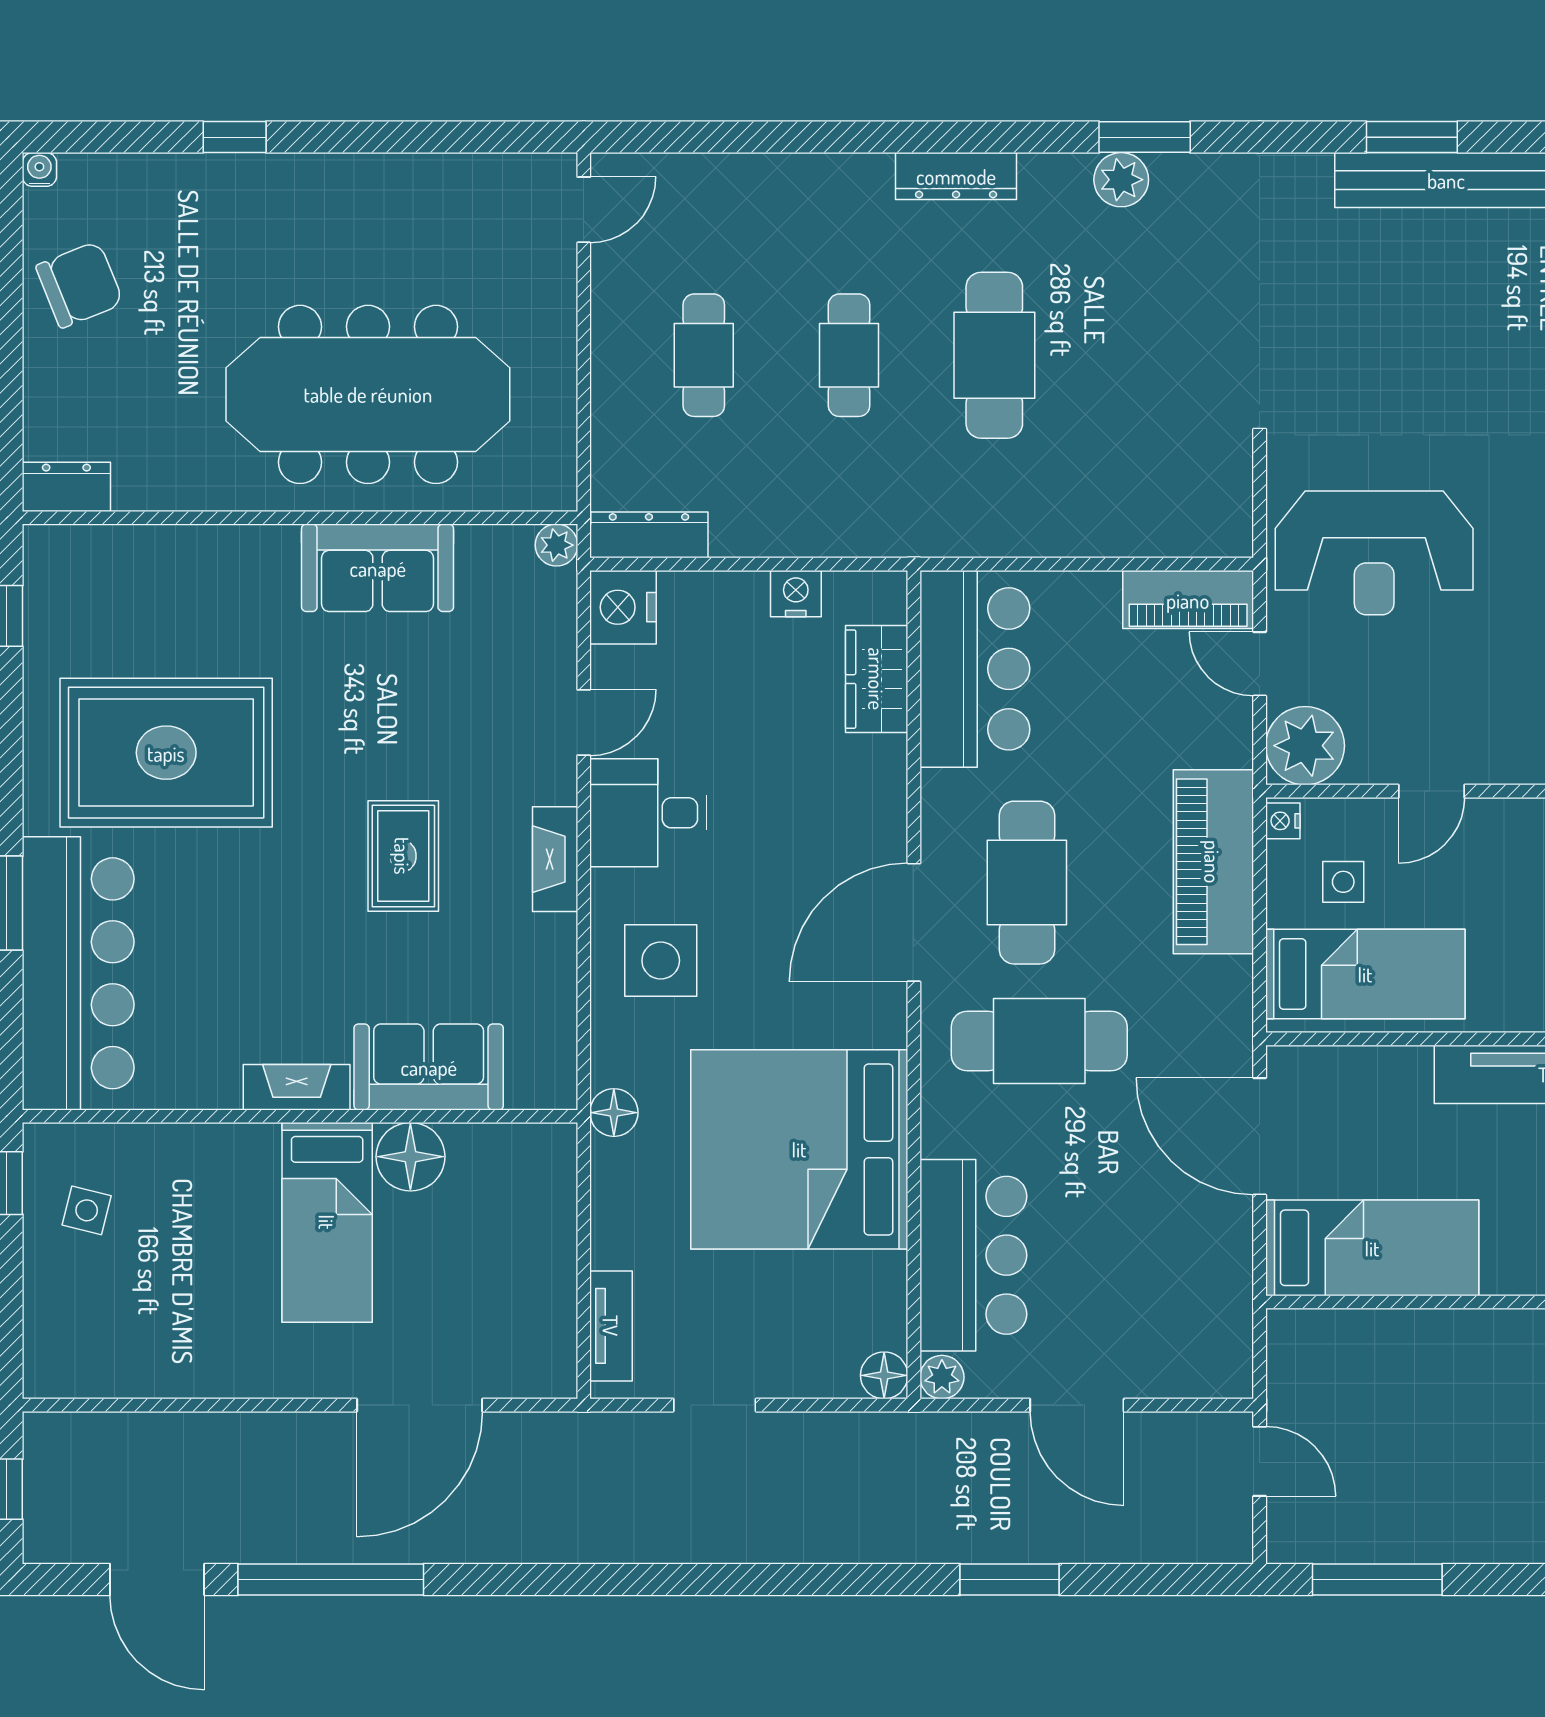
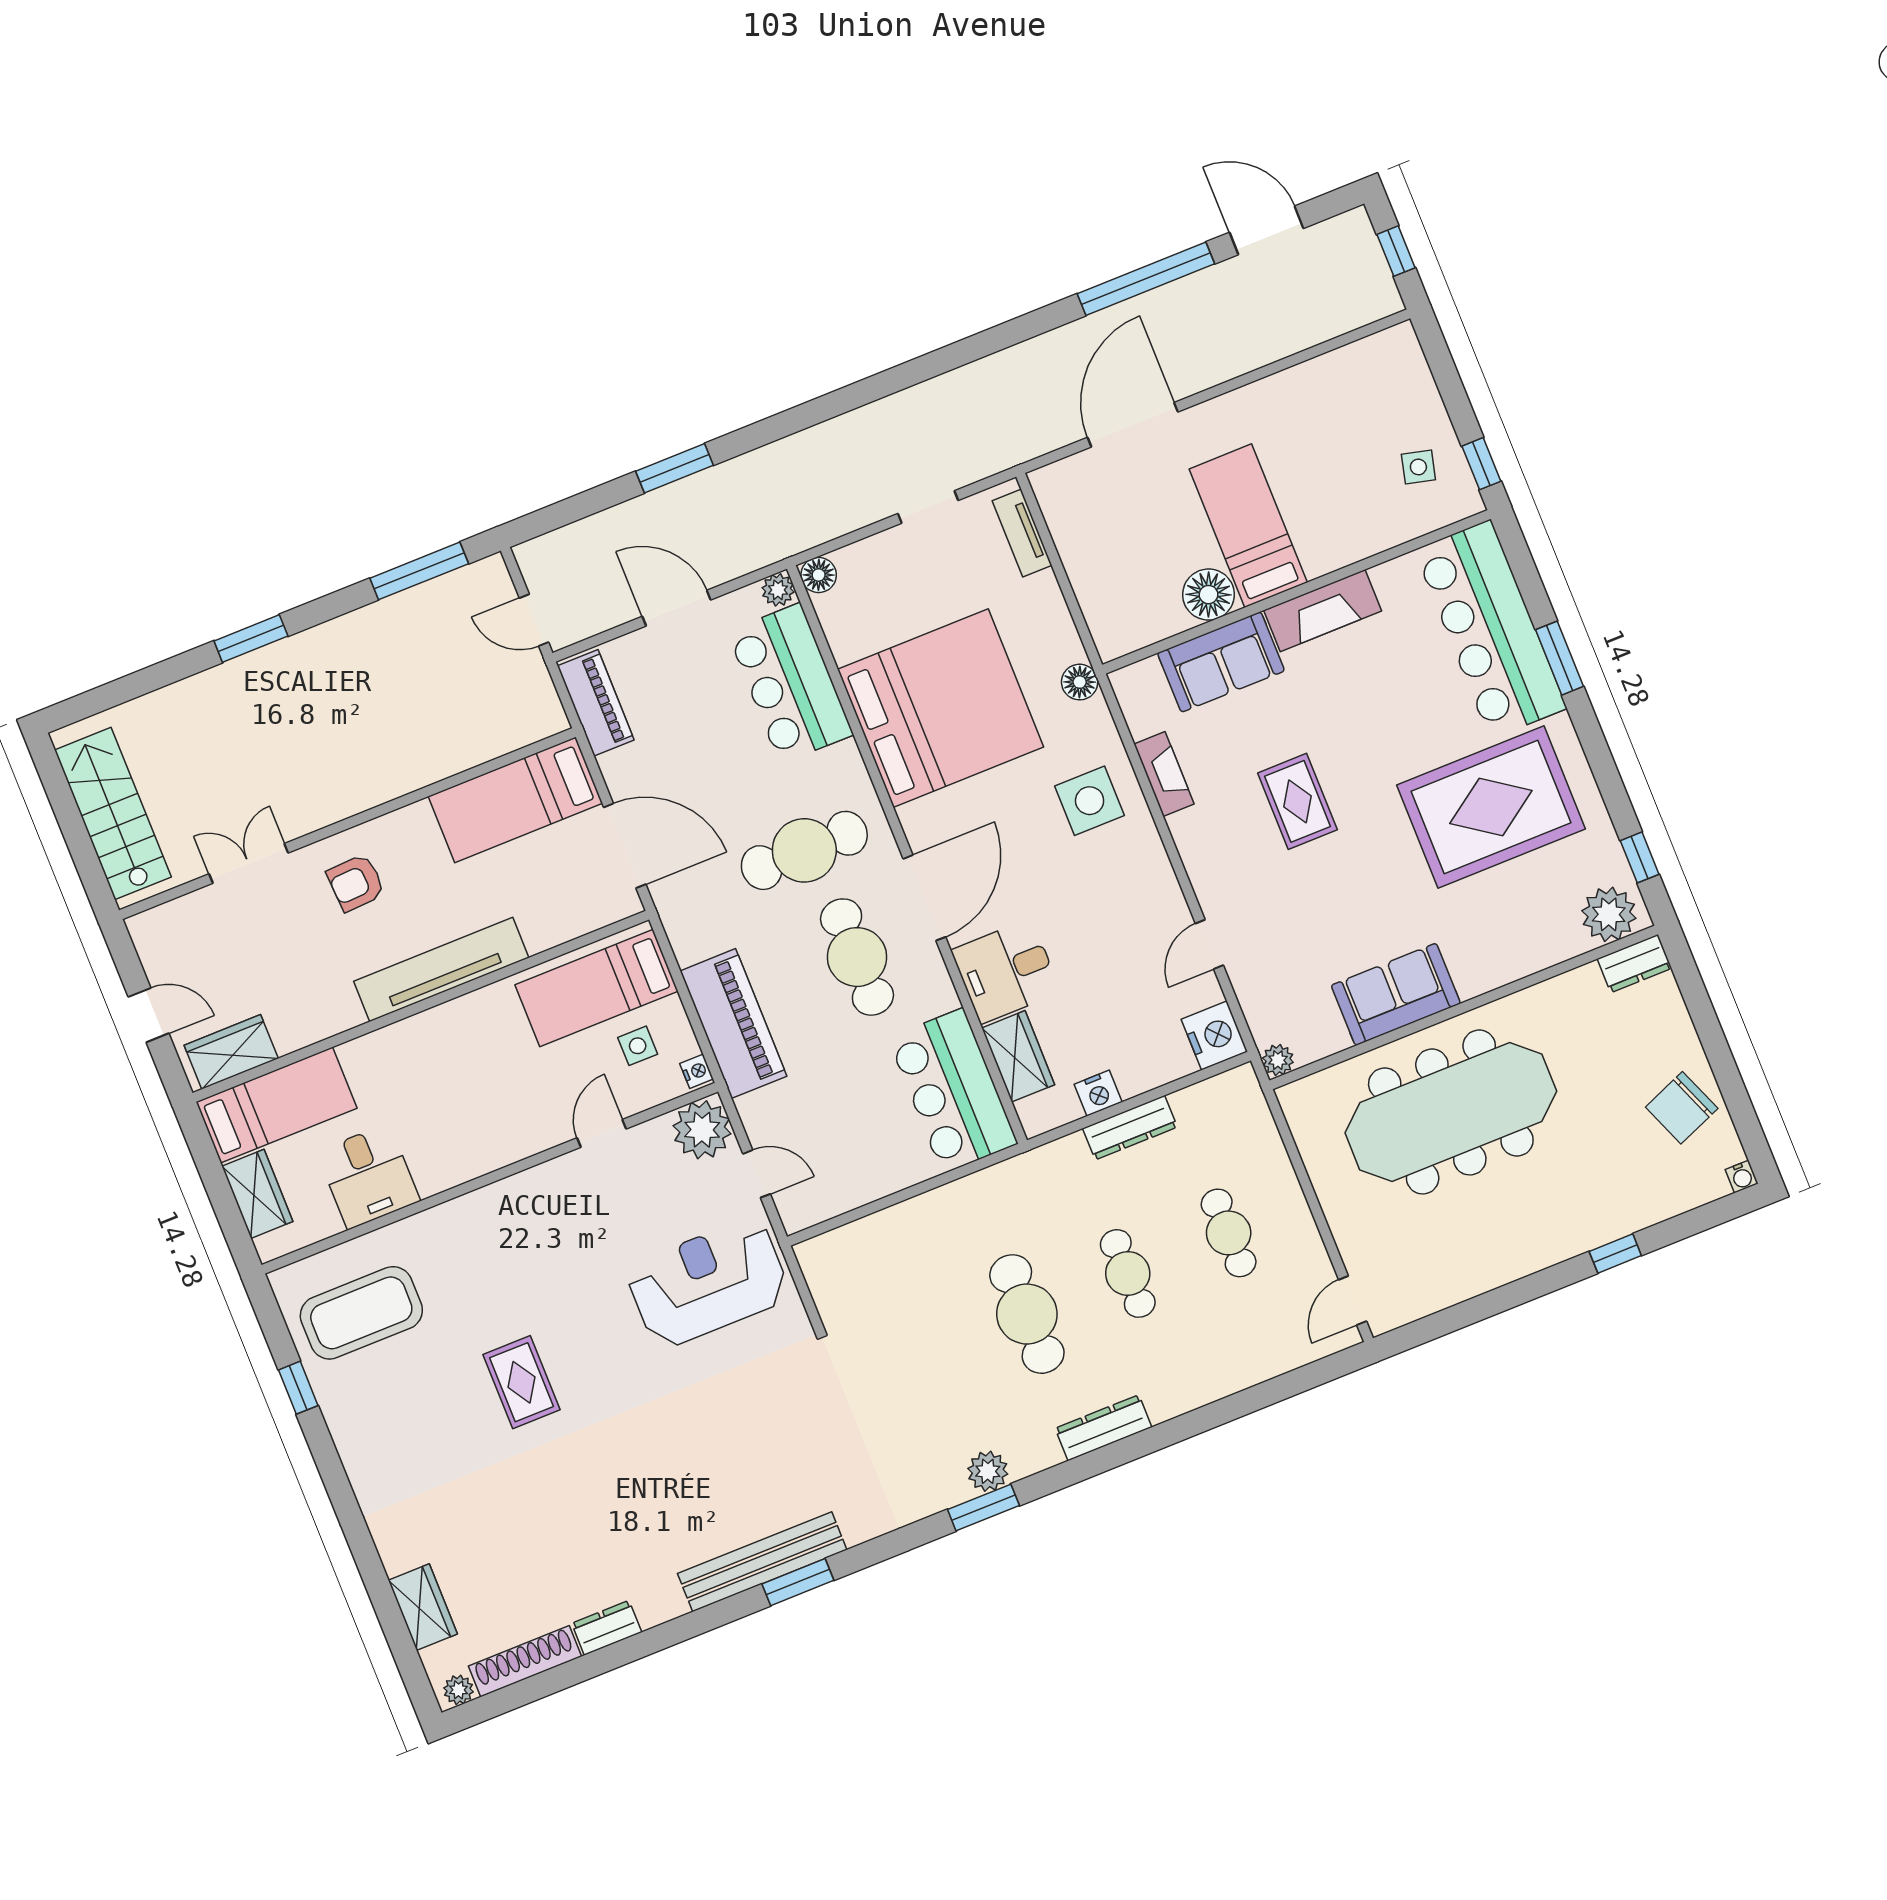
dresser: (649, 535) -> (1130, 1128), moved
plant: (74, 561) -> (1609, 914), added
piano: (1188, 600) -> (596, 703), moved, turned 90
desk: (648, 813) -> (1006, 971), moved, turned 180
fireplace: (555, 859) -> (1164, 774), moved
fireplace: (297, 1087) -> (1323, 611), width x1.37, depth x1.32

